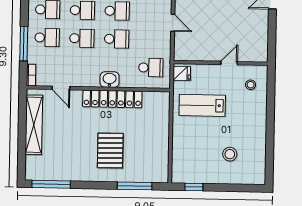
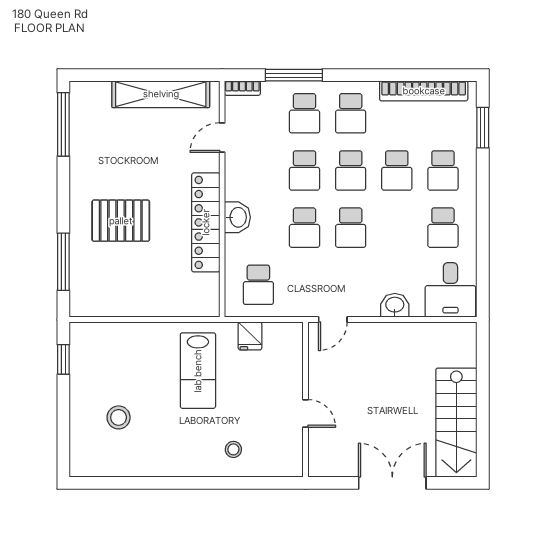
wall: (221, 63) -> (305, 399), moved
door: (229, 63) -> (305, 413), moved
lab bench: (202, 105) -> (198, 371), turned 180

